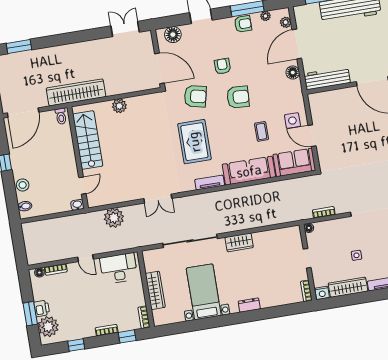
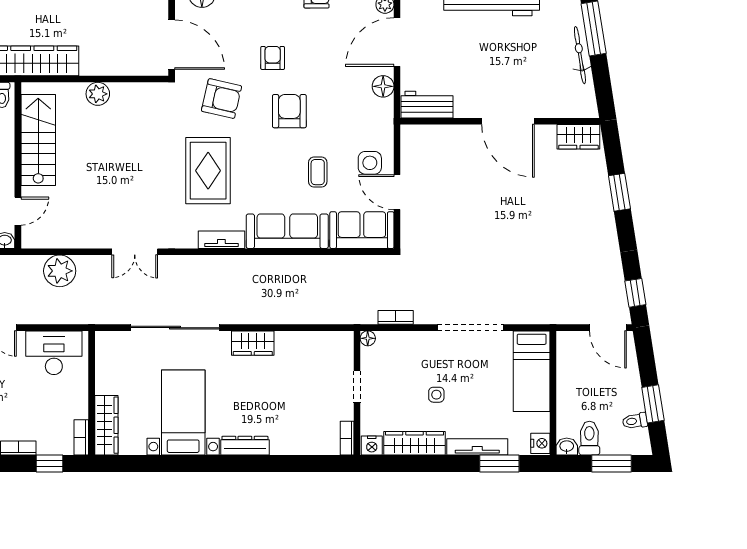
workbench: (327, 78) -> (427, 105), width x0.73
armchair: (238, 97) -> (289, 111), turned -93
wardrobe: (155, 290) -> (106, 425), moved
dresser: (249, 305) -> (245, 446), width x1.44

